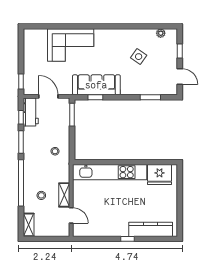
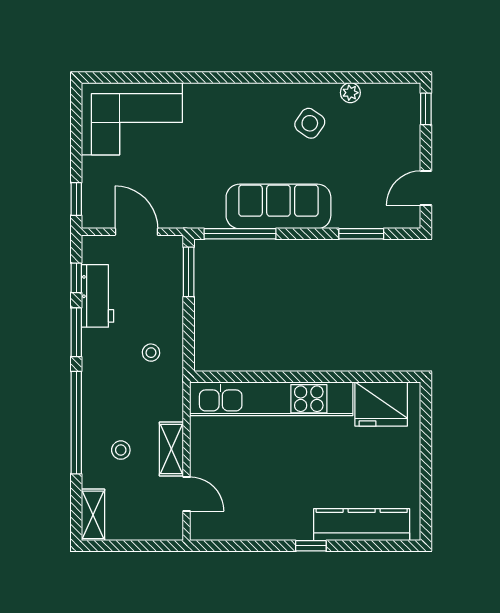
plant: (161, 33) -> (350, 93), moved
corner sofa: (71, 45) -> (132, 119), moved
window: (180, 51) -> (426, 109), moved
side table: (139, 57) -> (310, 123), moved
door: (180, 76) -> (426, 188), swing flipped
sofa: (96, 85) -> (278, 206), moved
window: (95, 97) -> (240, 234), width x2.17
workbench: (31, 112) -> (98, 296), moved

